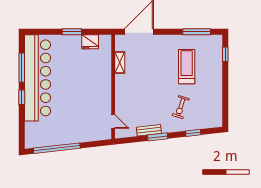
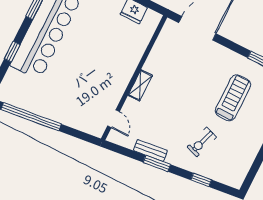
shelving: (120, 62) -> (140, 85), moved
window: (22, 97) -> (12, 52), moved

